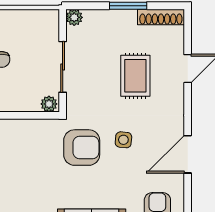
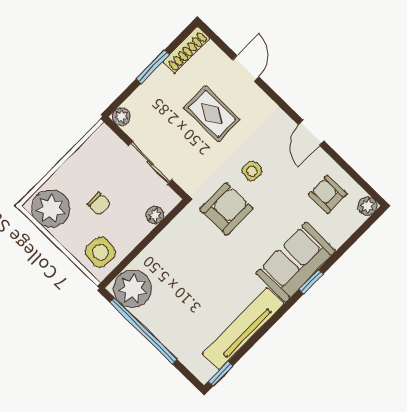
plant: (49, 104) -> (155, 215), moved
door: (188, 154) -> (311, 133), width x0.73

